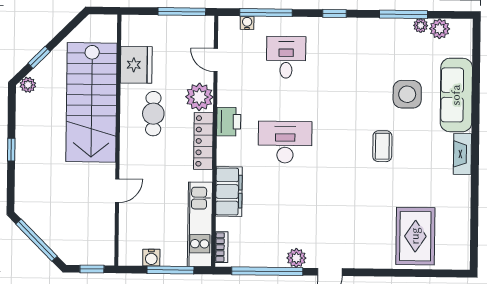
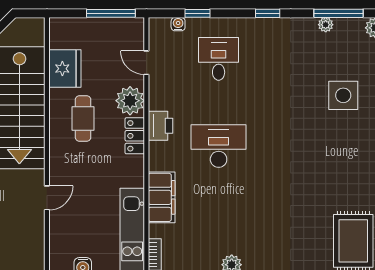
window: (266, 13) -> (197, 13), width x0.46
plant: (421, 26) -> (326, 25), moved
locker: (203, 141) -> (135, 136), width x0.66
coffee table: (382, 146) -> (318, 149), removed

